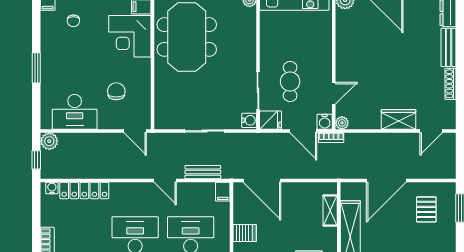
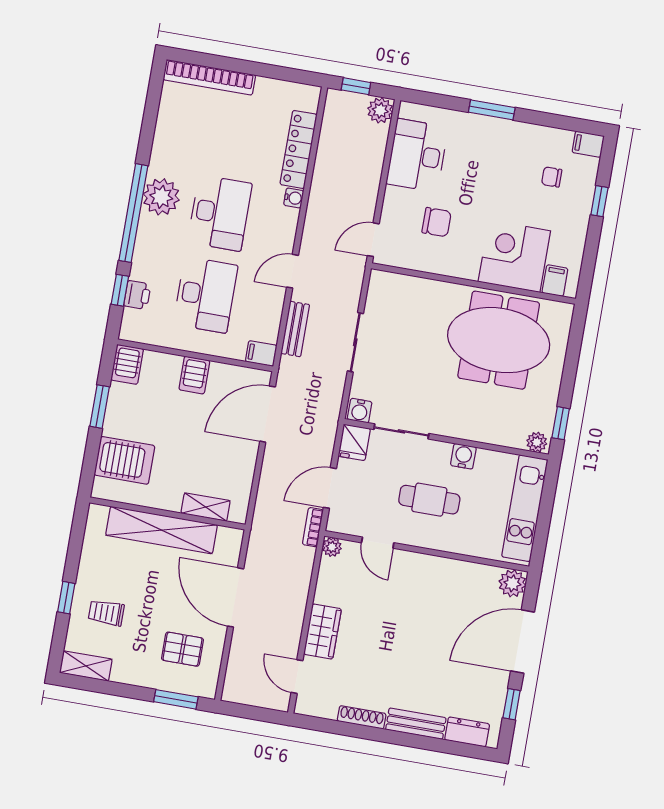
cafe table: (290, 82) -> (429, 500), moved
water cooler: (325, 122) -> (463, 456), moved, turned 90
water cooler: (52, 188) -> (294, 198), moved

